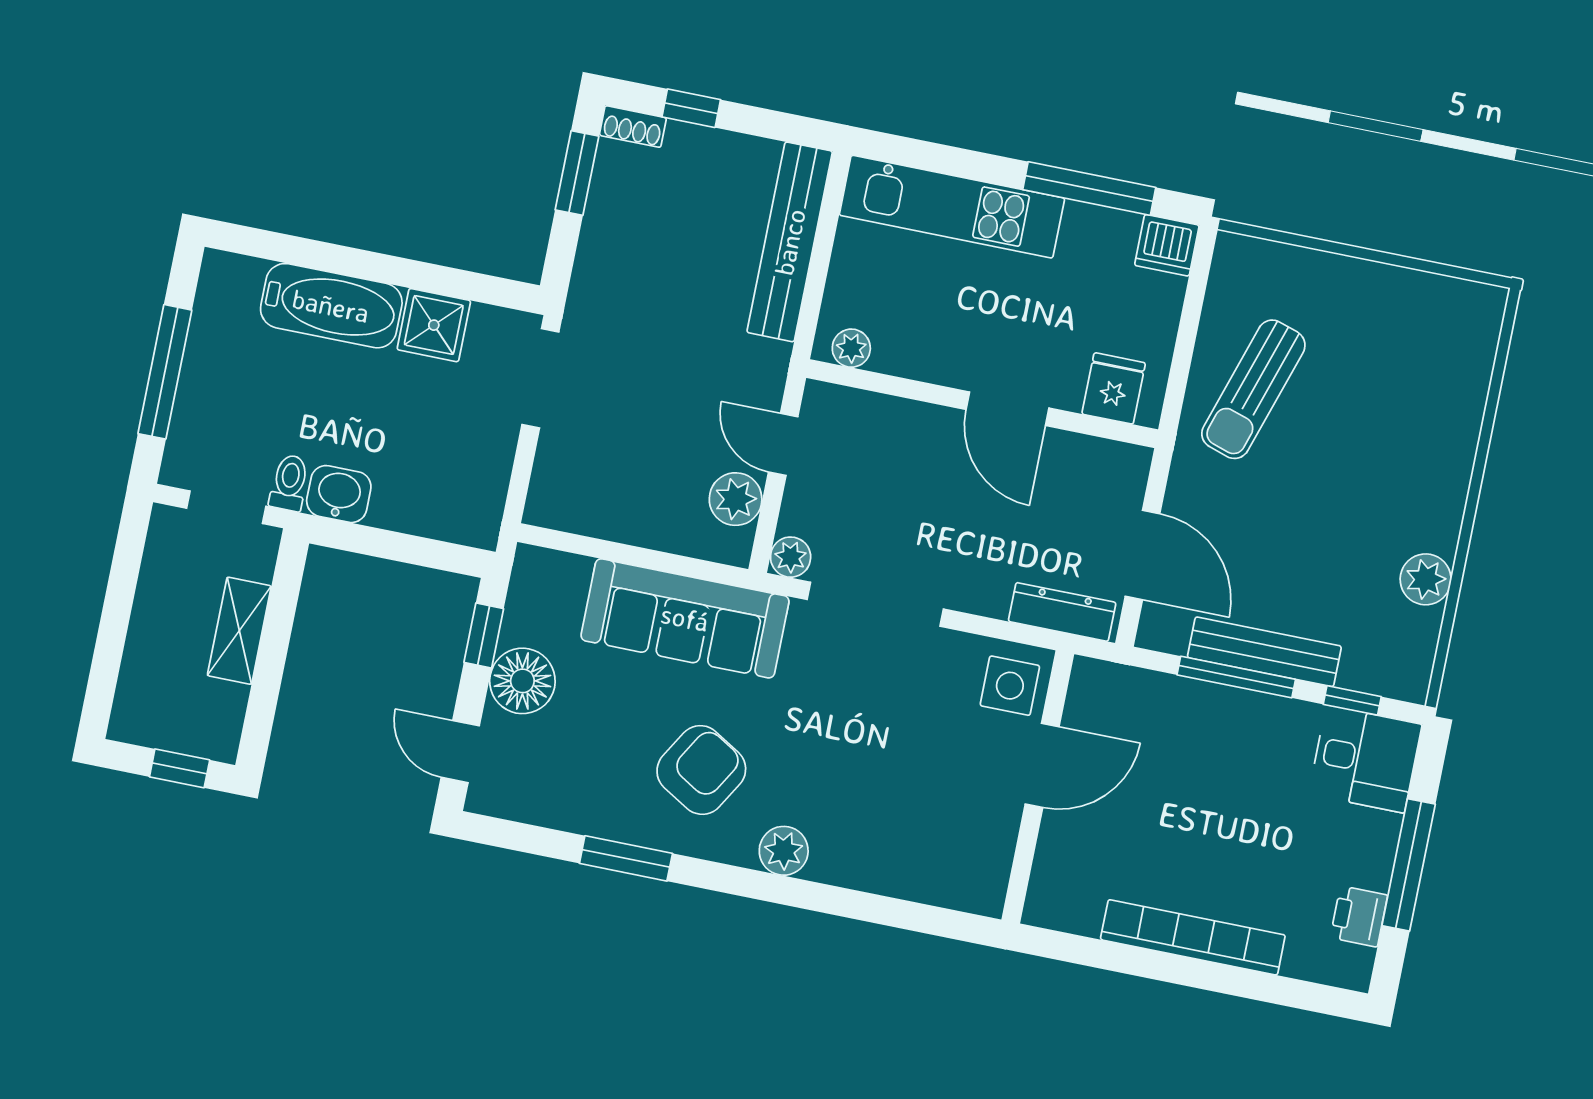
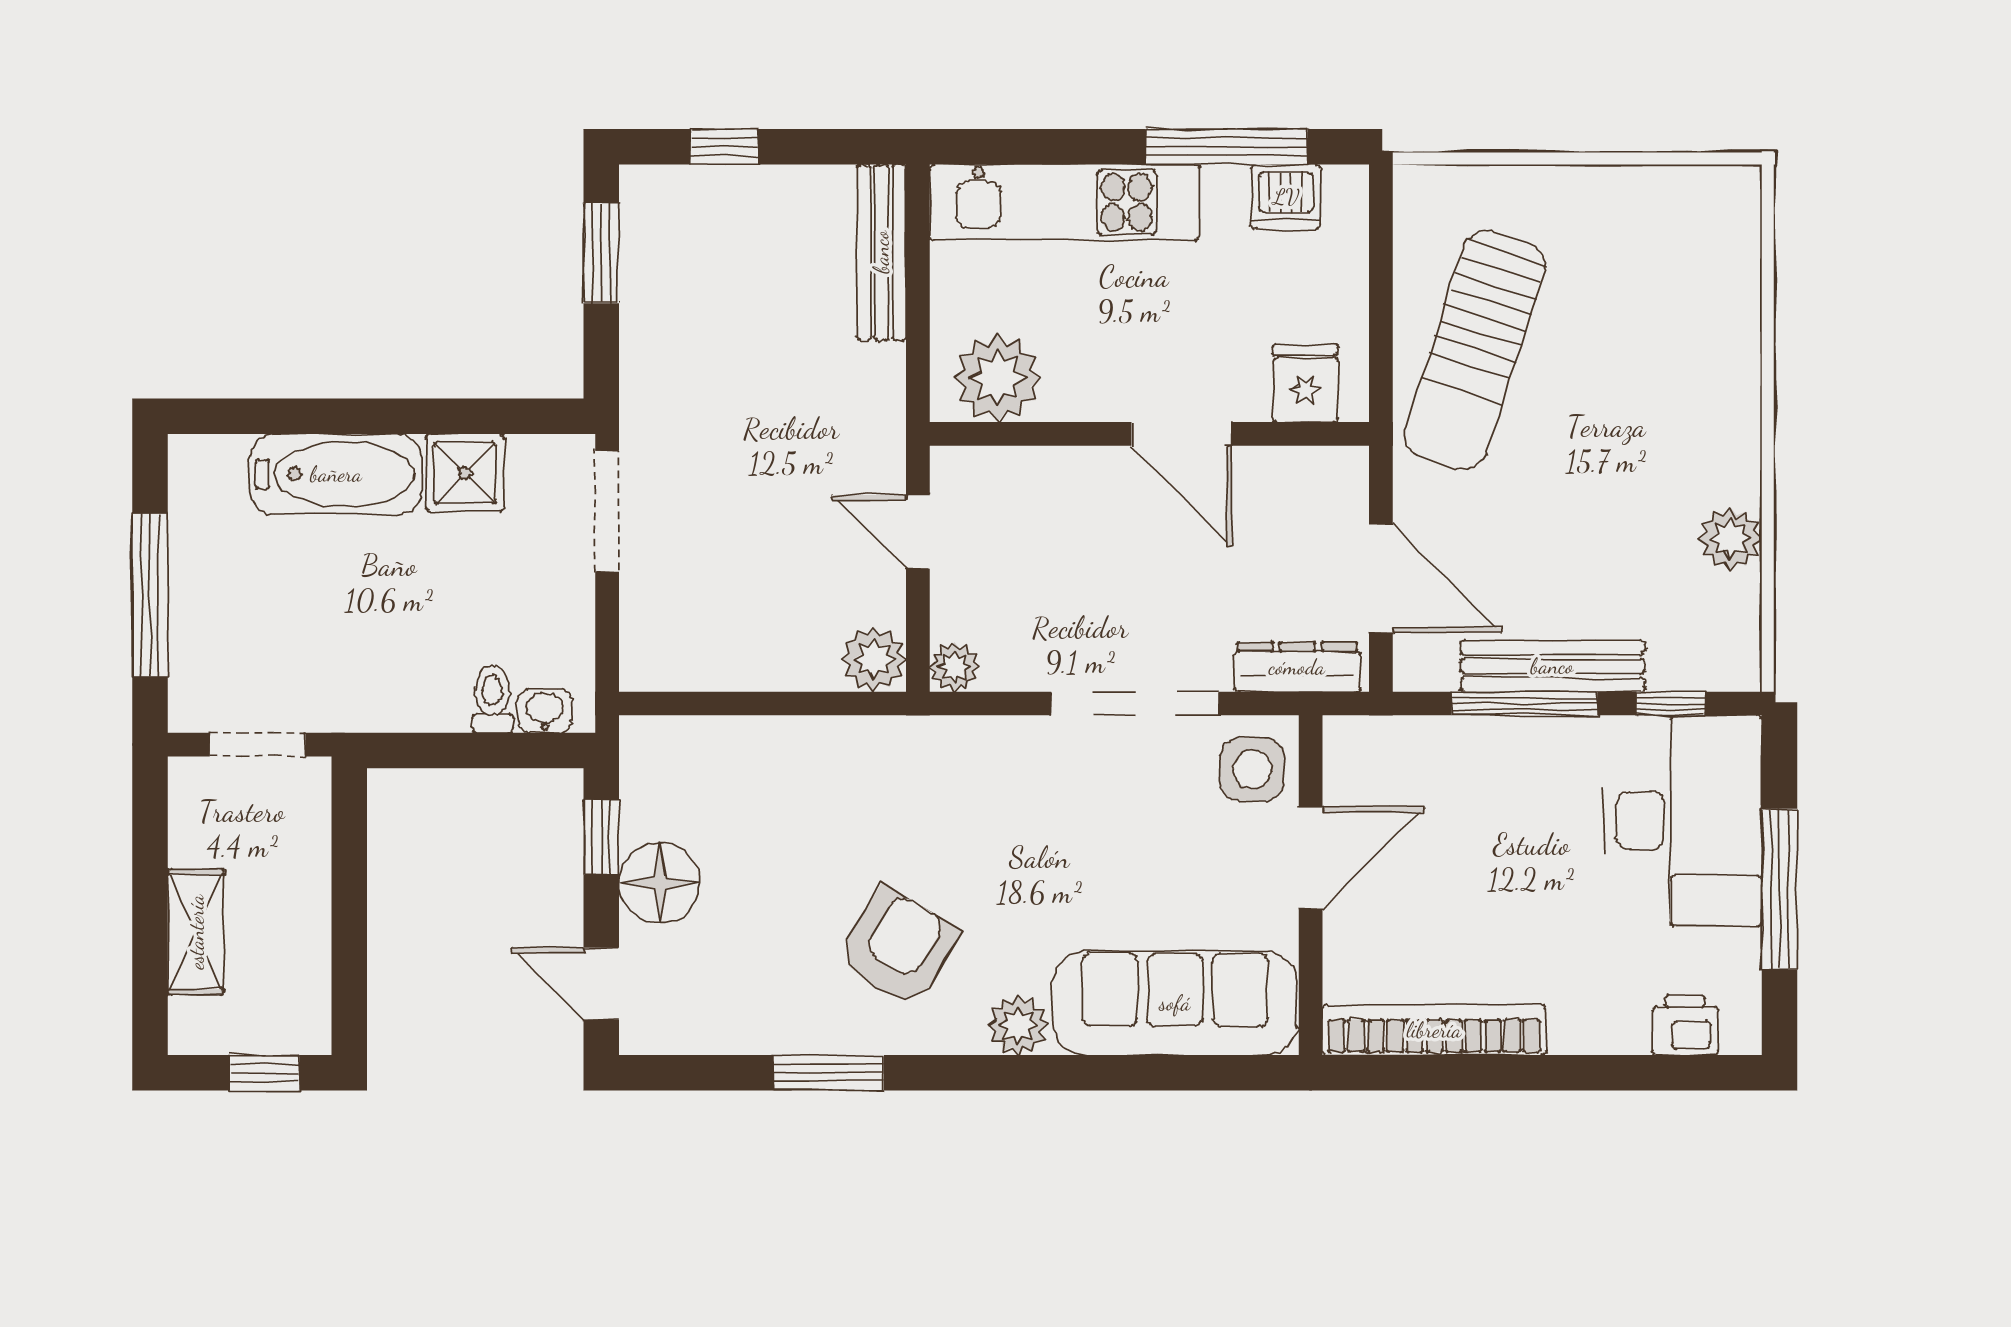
shoe rack: (633, 127) -> (658, 183), removed
bench: (790, 242) -> (881, 252), width x0.73, depth x0.82
dishwasher: (1167, 245) -> (1286, 197), moved
plant: (851, 348) -> (998, 378), width x1.88, depth x1.88
sun lounger: (1253, 389) -> (1475, 350), width x1.36, depth x1.34
toilet: (289, 483) -> (492, 699), moved
washbasin: (339, 494) -> (545, 711), moved, width x0.72, depth x0.69
plant: (736, 499) -> (874, 659), moved
doorway: (875, 604) -> (1135, 704), moved
sofa: (685, 618) -> (1175, 1003), moved, turned 180
shelving: (239, 631) -> (196, 932), moved
desk: (1365, 759) -> (1683, 821), width x1.87, depth x1.30
printer: (1359, 916) -> (1685, 1025), moved, turned 90
bookcase: (1193, 937) -> (1434, 1030), moved

